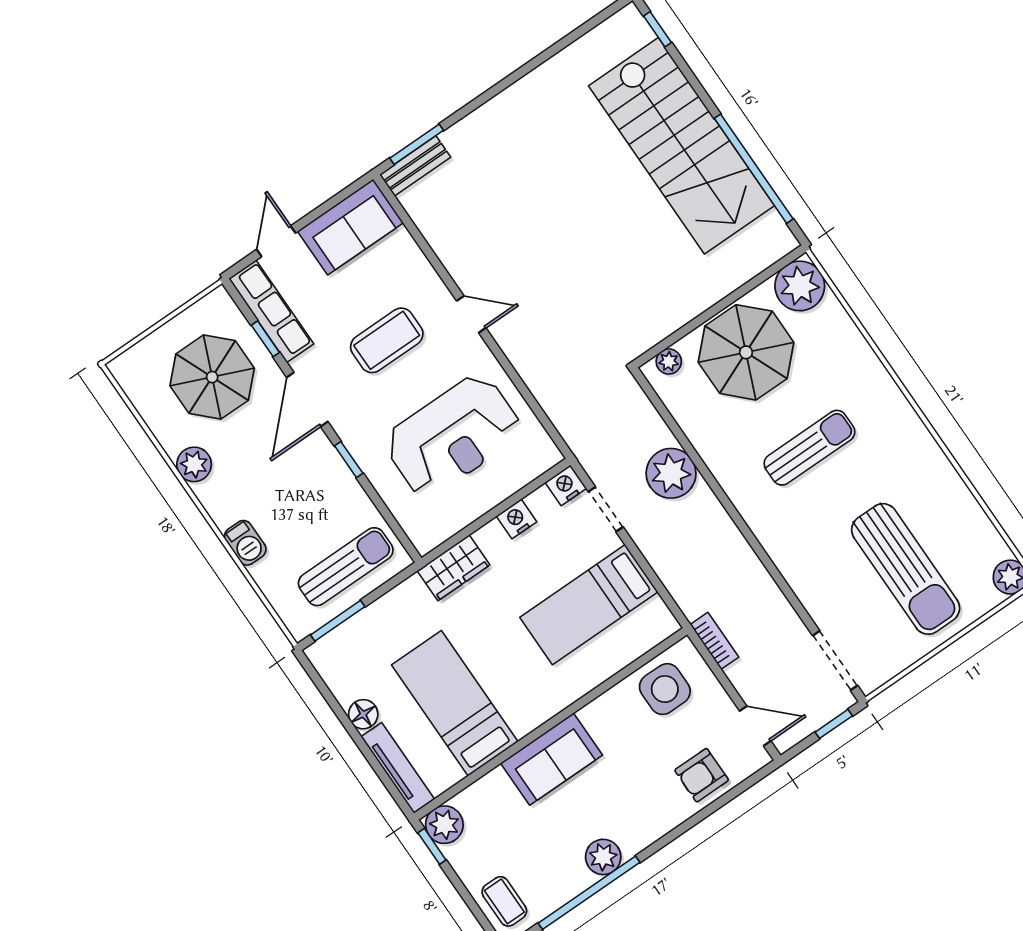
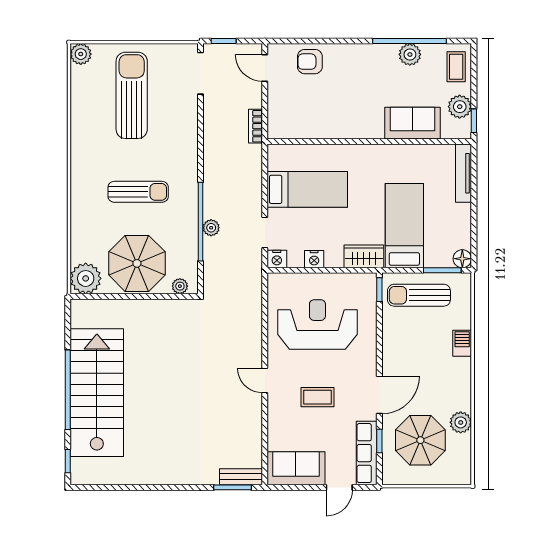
window: (754, 169) -> (68, 390), moved
coffee table: (387, 340) -> (317, 397), width x0.73, depth x0.77
sun lounger: (809, 448) -> (138, 192), turned 180
window: (349, 460) -> (379, 290), moved
plant: (194, 464) -> (461, 422), moved
window: (700, 465) -> (200, 222), added
plant: (671, 473) -> (211, 228), width x0.53, depth x0.53
side table: (665, 689) -> (298, 119), removed
bed: (455, 703) -> (404, 226), moved, turned 180
floor lamp: (363, 714) -> (462, 259), moved
sofa: (552, 759) -> (412, 123), moved
armchair: (702, 775) -> (310, 62), turned 180
plant: (444, 825) -> (460, 107), moved
plant: (603, 857) -> (410, 54), moved

